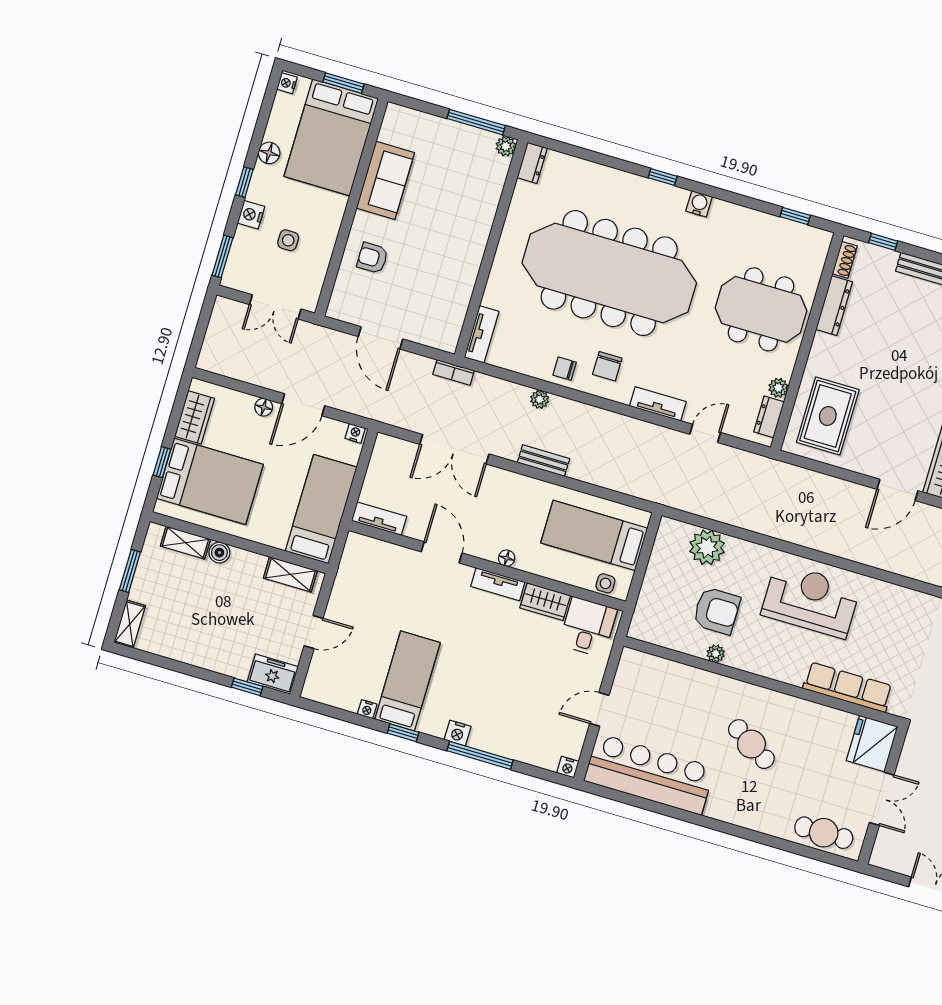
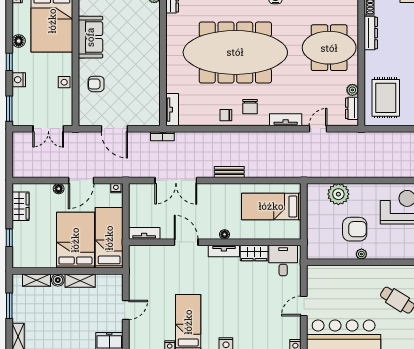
side table: (288, 240) -> (64, 82), moved
plant: (540, 399) -> (217, 137), removed
bed: (210, 481) -> (75, 240), moved, turned -90
shelving: (290, 574) -> (80, 281), moved
side table: (605, 583) -> (286, 232), removed

